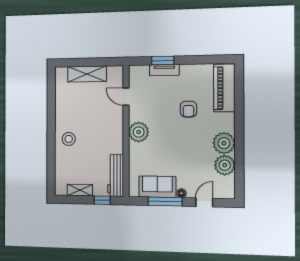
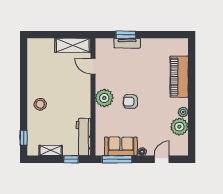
shelving: (87, 74) -> (73, 45), moved
piano: (224, 88) -> (179, 77), moved
armchair: (188, 109) -> (130, 102), moved, turned 90
plant: (224, 143) -> (183, 112), width x0.53, depth x0.53
window: (51, 176) -> (24, 138), added
window: (165, 202) -> (117, 159), moved

